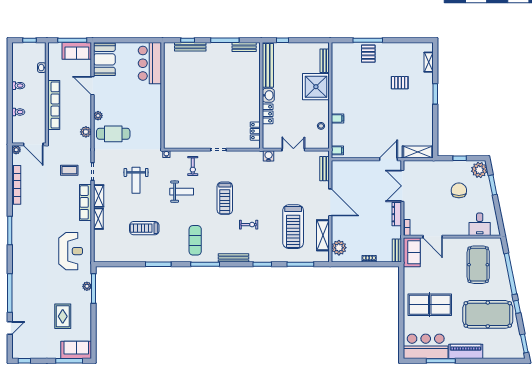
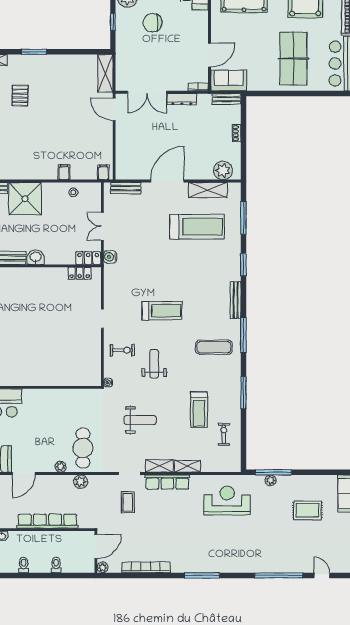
locker: (268, 114) -> (88, 258), moved
exercise bike: (249, 225) -> (224, 434), moved

